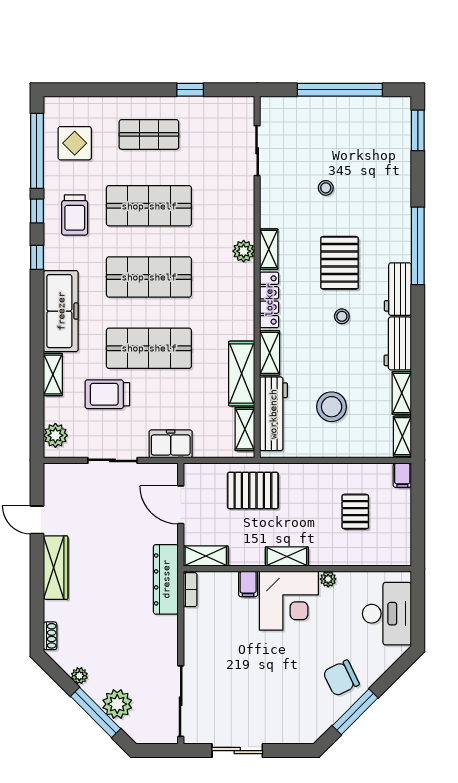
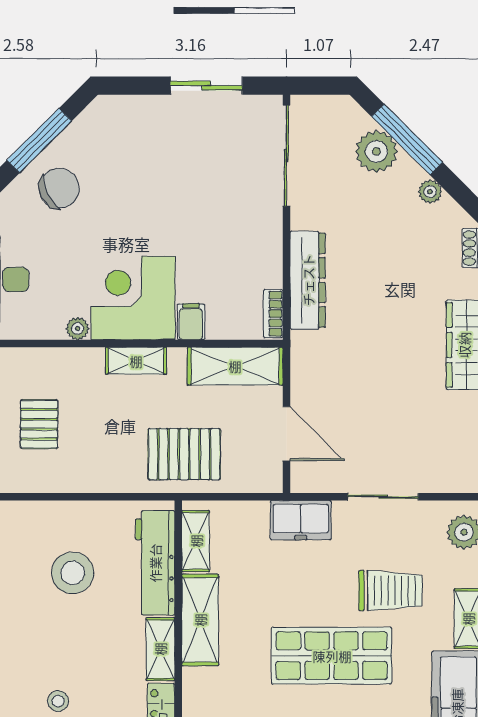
shelving: (206, 556) -> (235, 366), width x1.50, depth x1.33
dresser: (166, 579) -> (308, 280), moved

